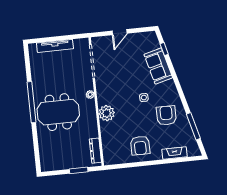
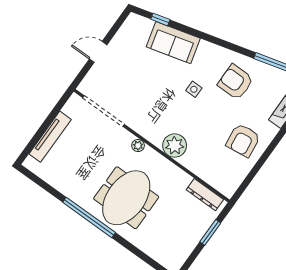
door: (120, 32) -> (98, 52), swing flipped
armchair: (140, 146) -> (243, 140), turned 83

